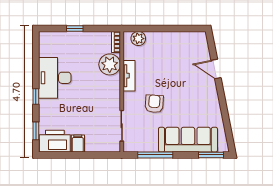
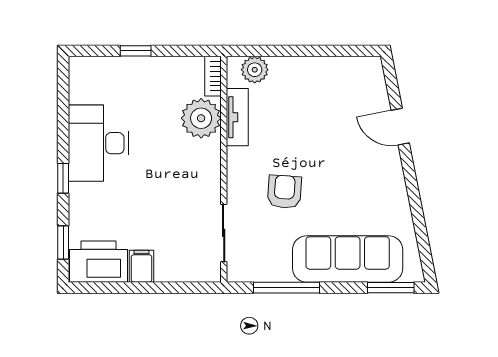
tv unit: (129, 76) -> (237, 117), moved

